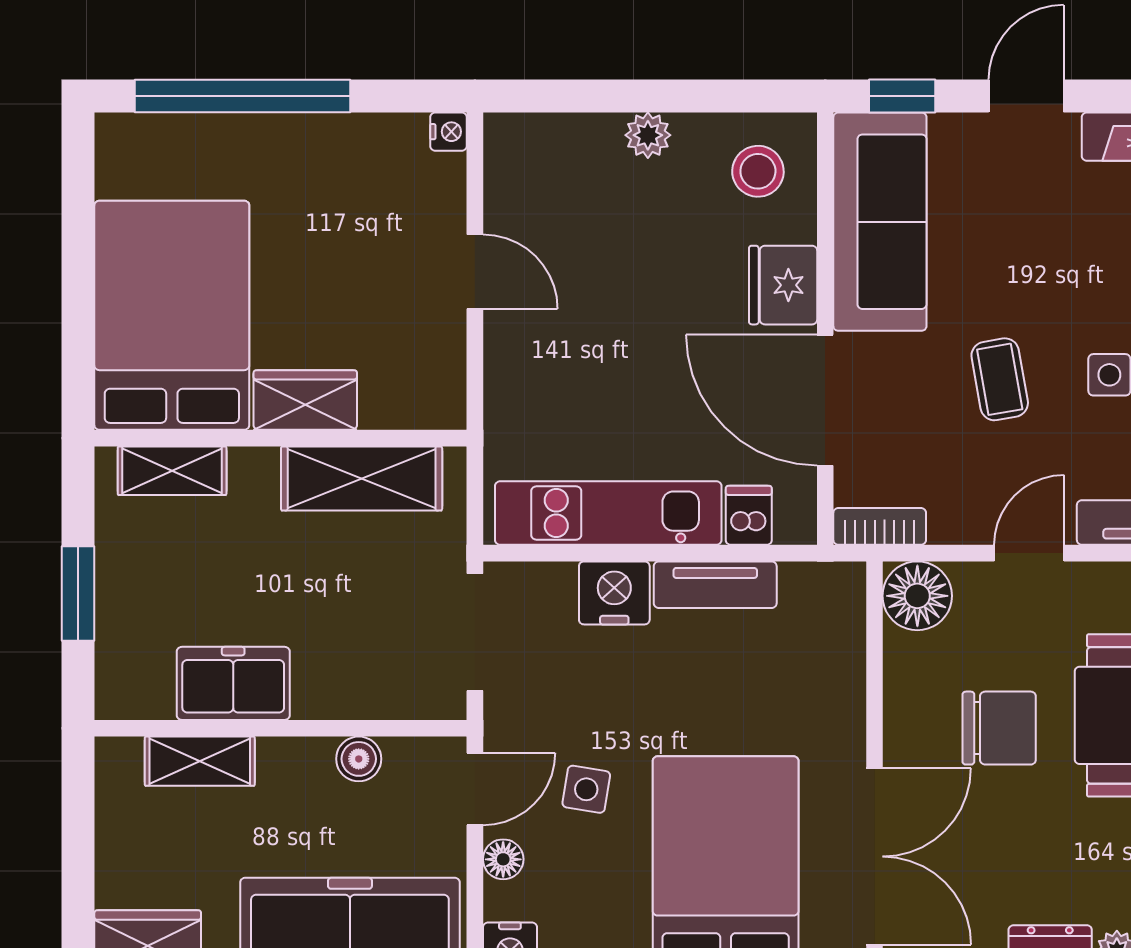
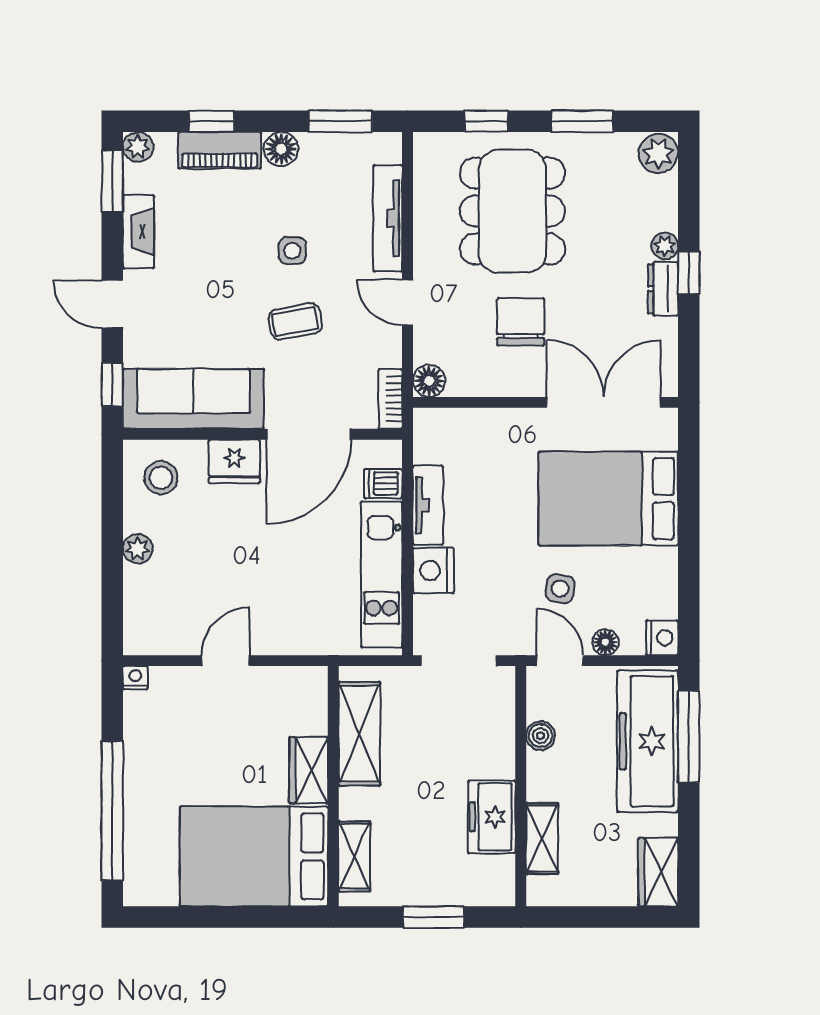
floor lamp: (917, 596) -> (429, 381), width x0.73, depth x0.73

